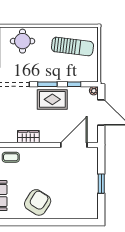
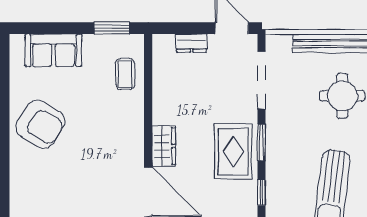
wardrobe: (28, 137) -> (164, 146), moved

